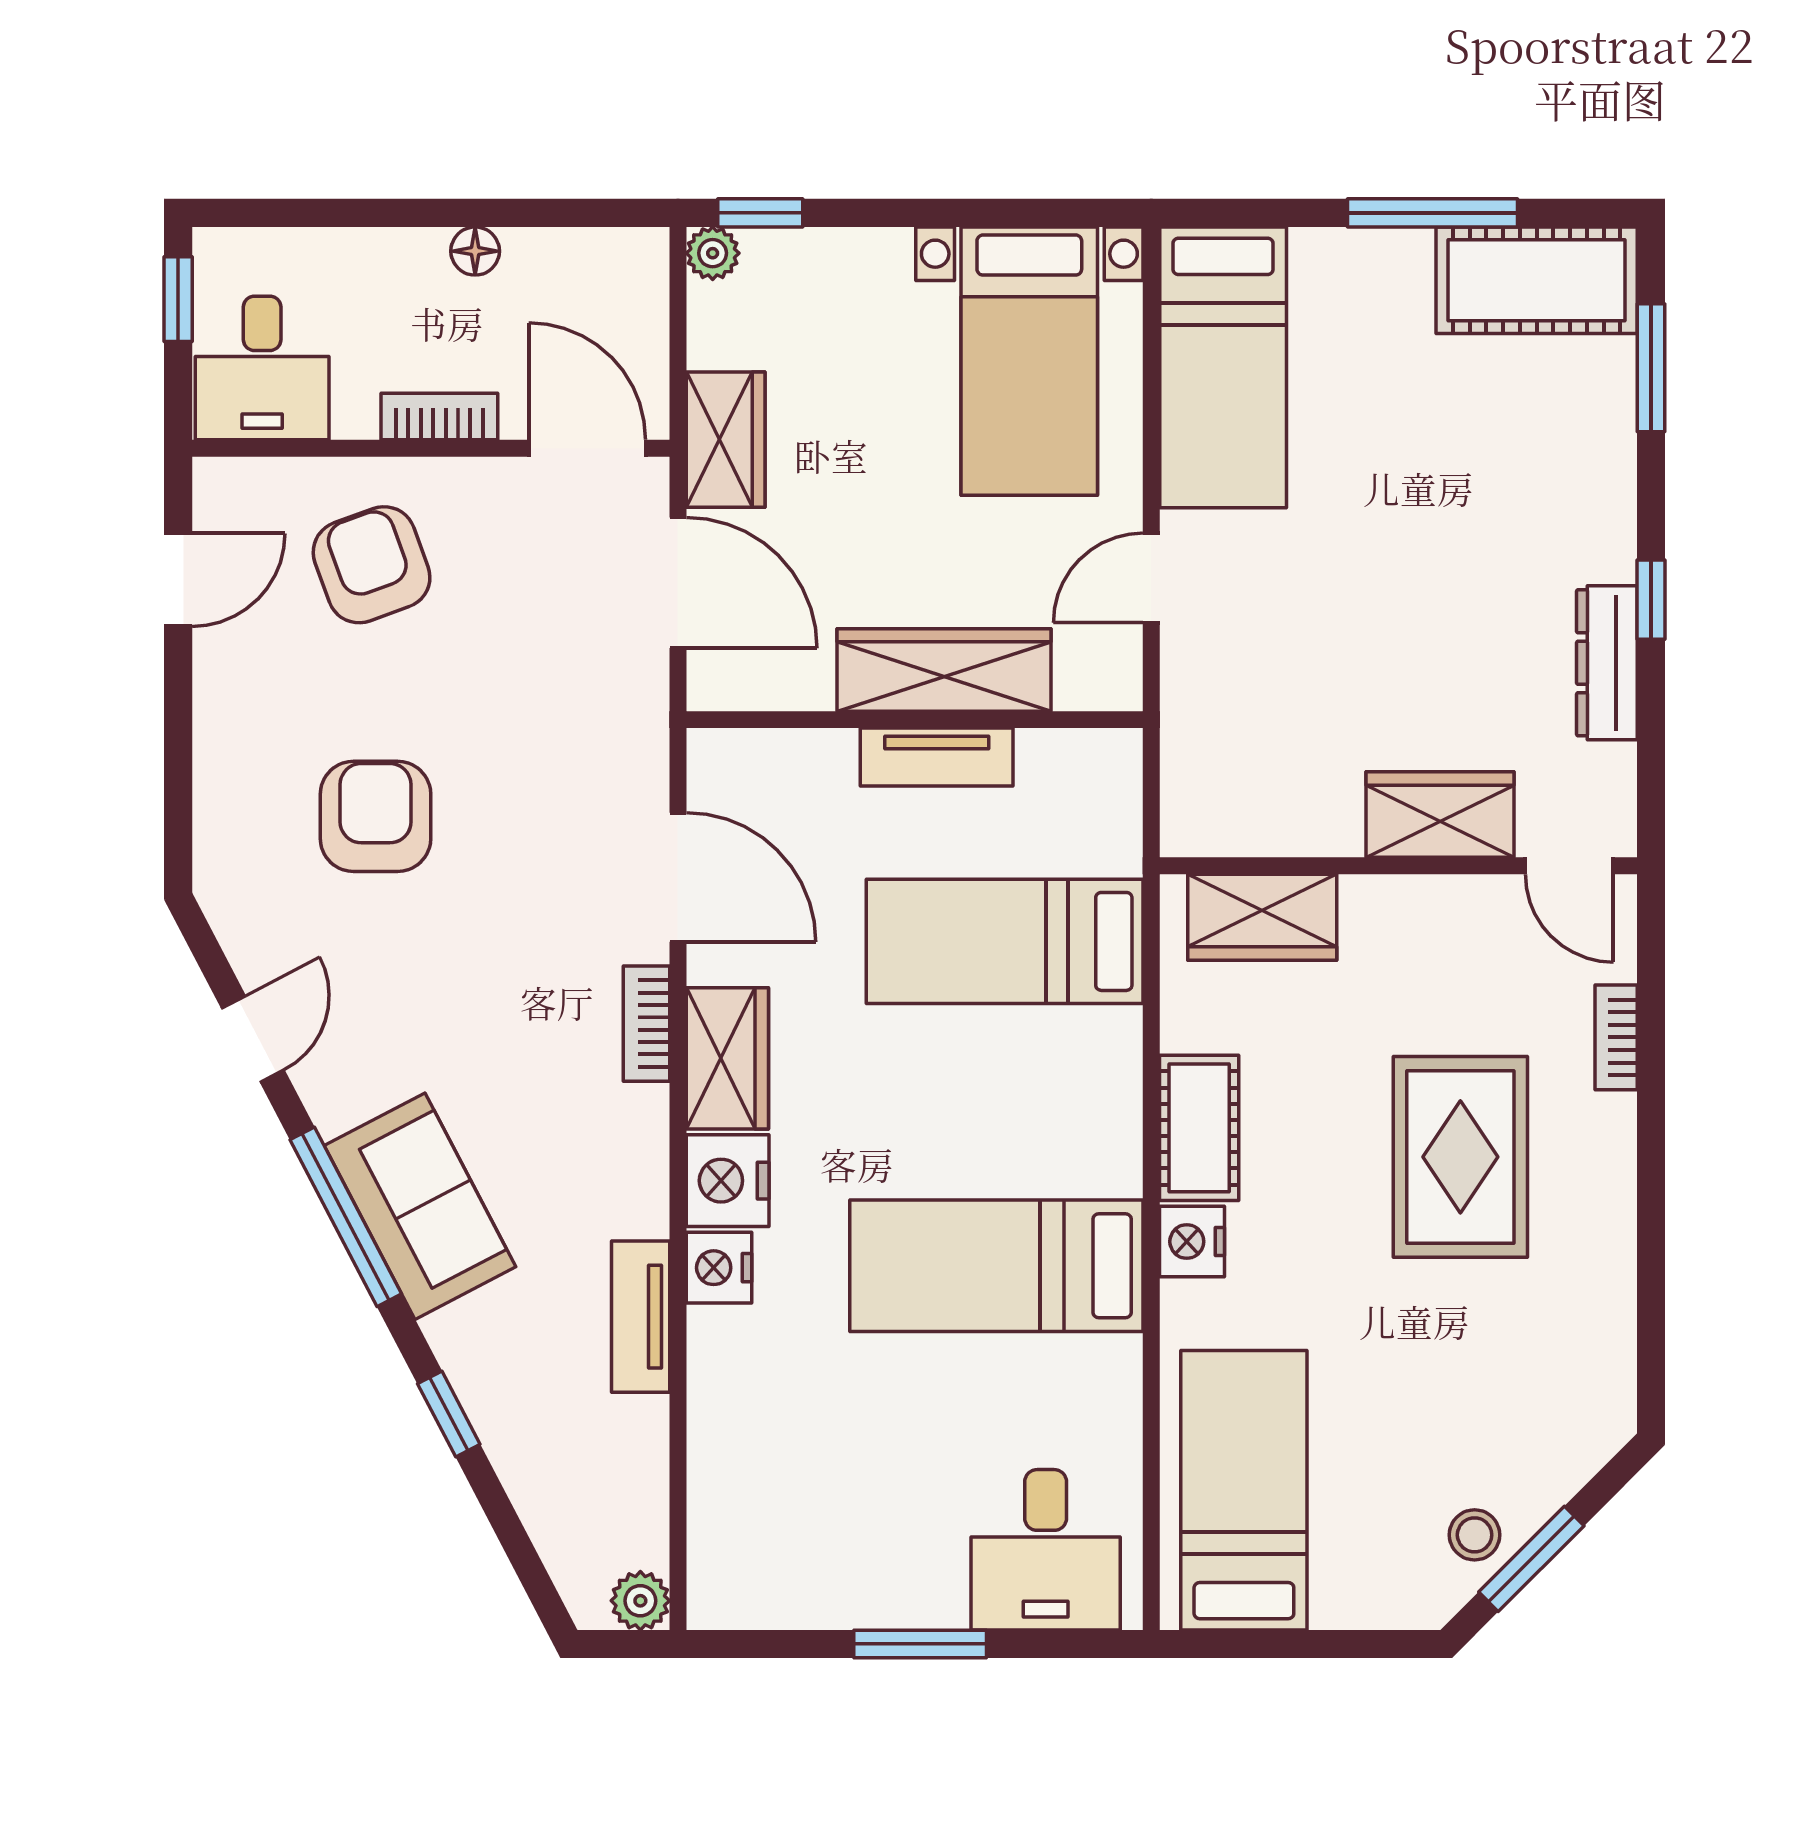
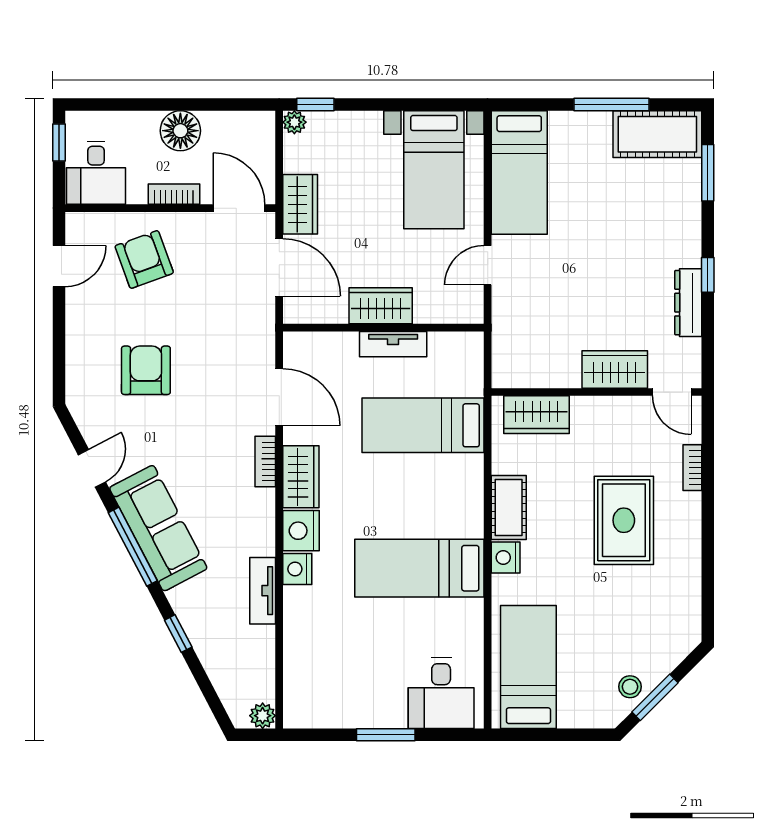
floor lamp: (475, 251) -> (180, 131), width x1.89, depth x1.89
wardrobe: (944, 670) -> (381, 306), width x0.67
sofa: (420, 1206) -> (158, 528), width x1.36

